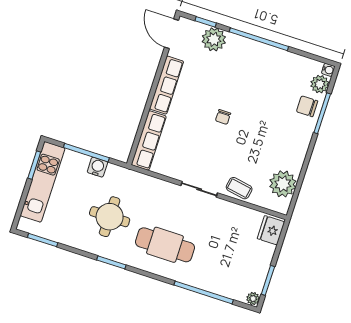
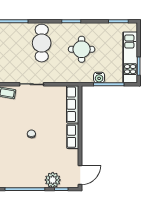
door: (171, 34) -> (80, 175), hinge flipped
row of seats: (166, 85) -> (73, 136), width x0.68
cafe table: (165, 245) -> (42, 43), turned 90

